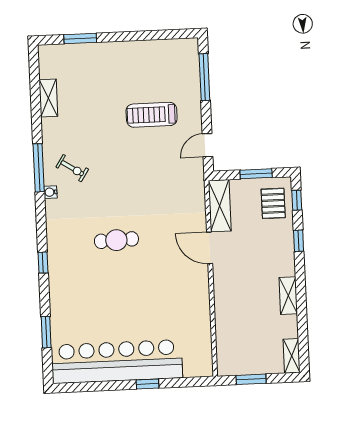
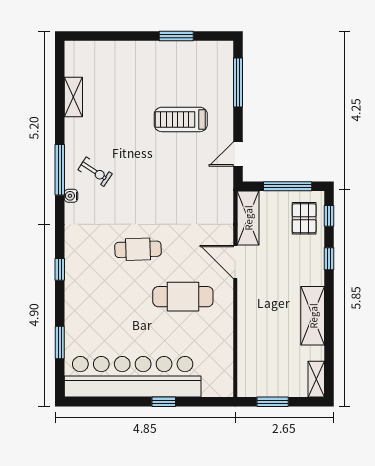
window: (80, 38) -> (176, 36), moved
window: (256, 174) -> (288, 186), width x1.44
cafe table: (161, 283) -> (183, 297), added
shelving: (288, 296) -> (313, 316), width x1.50, depth x1.33

